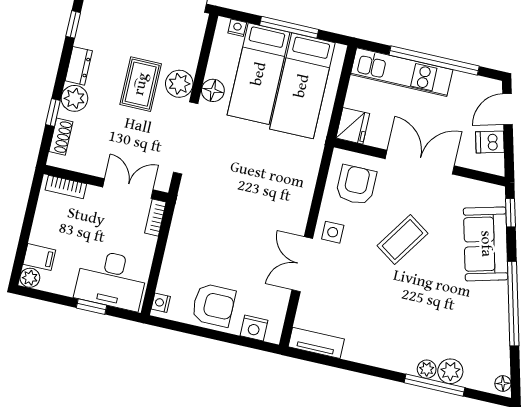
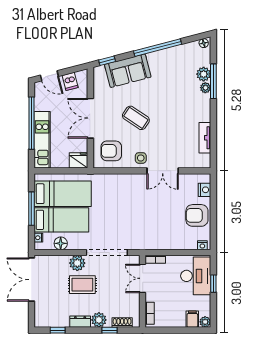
floor lamp: (213, 90) -> (61, 243), moved
armchair: (213, 305) -> (197, 215), turned -90
tv unit: (316, 343) -> (205, 138), moved

